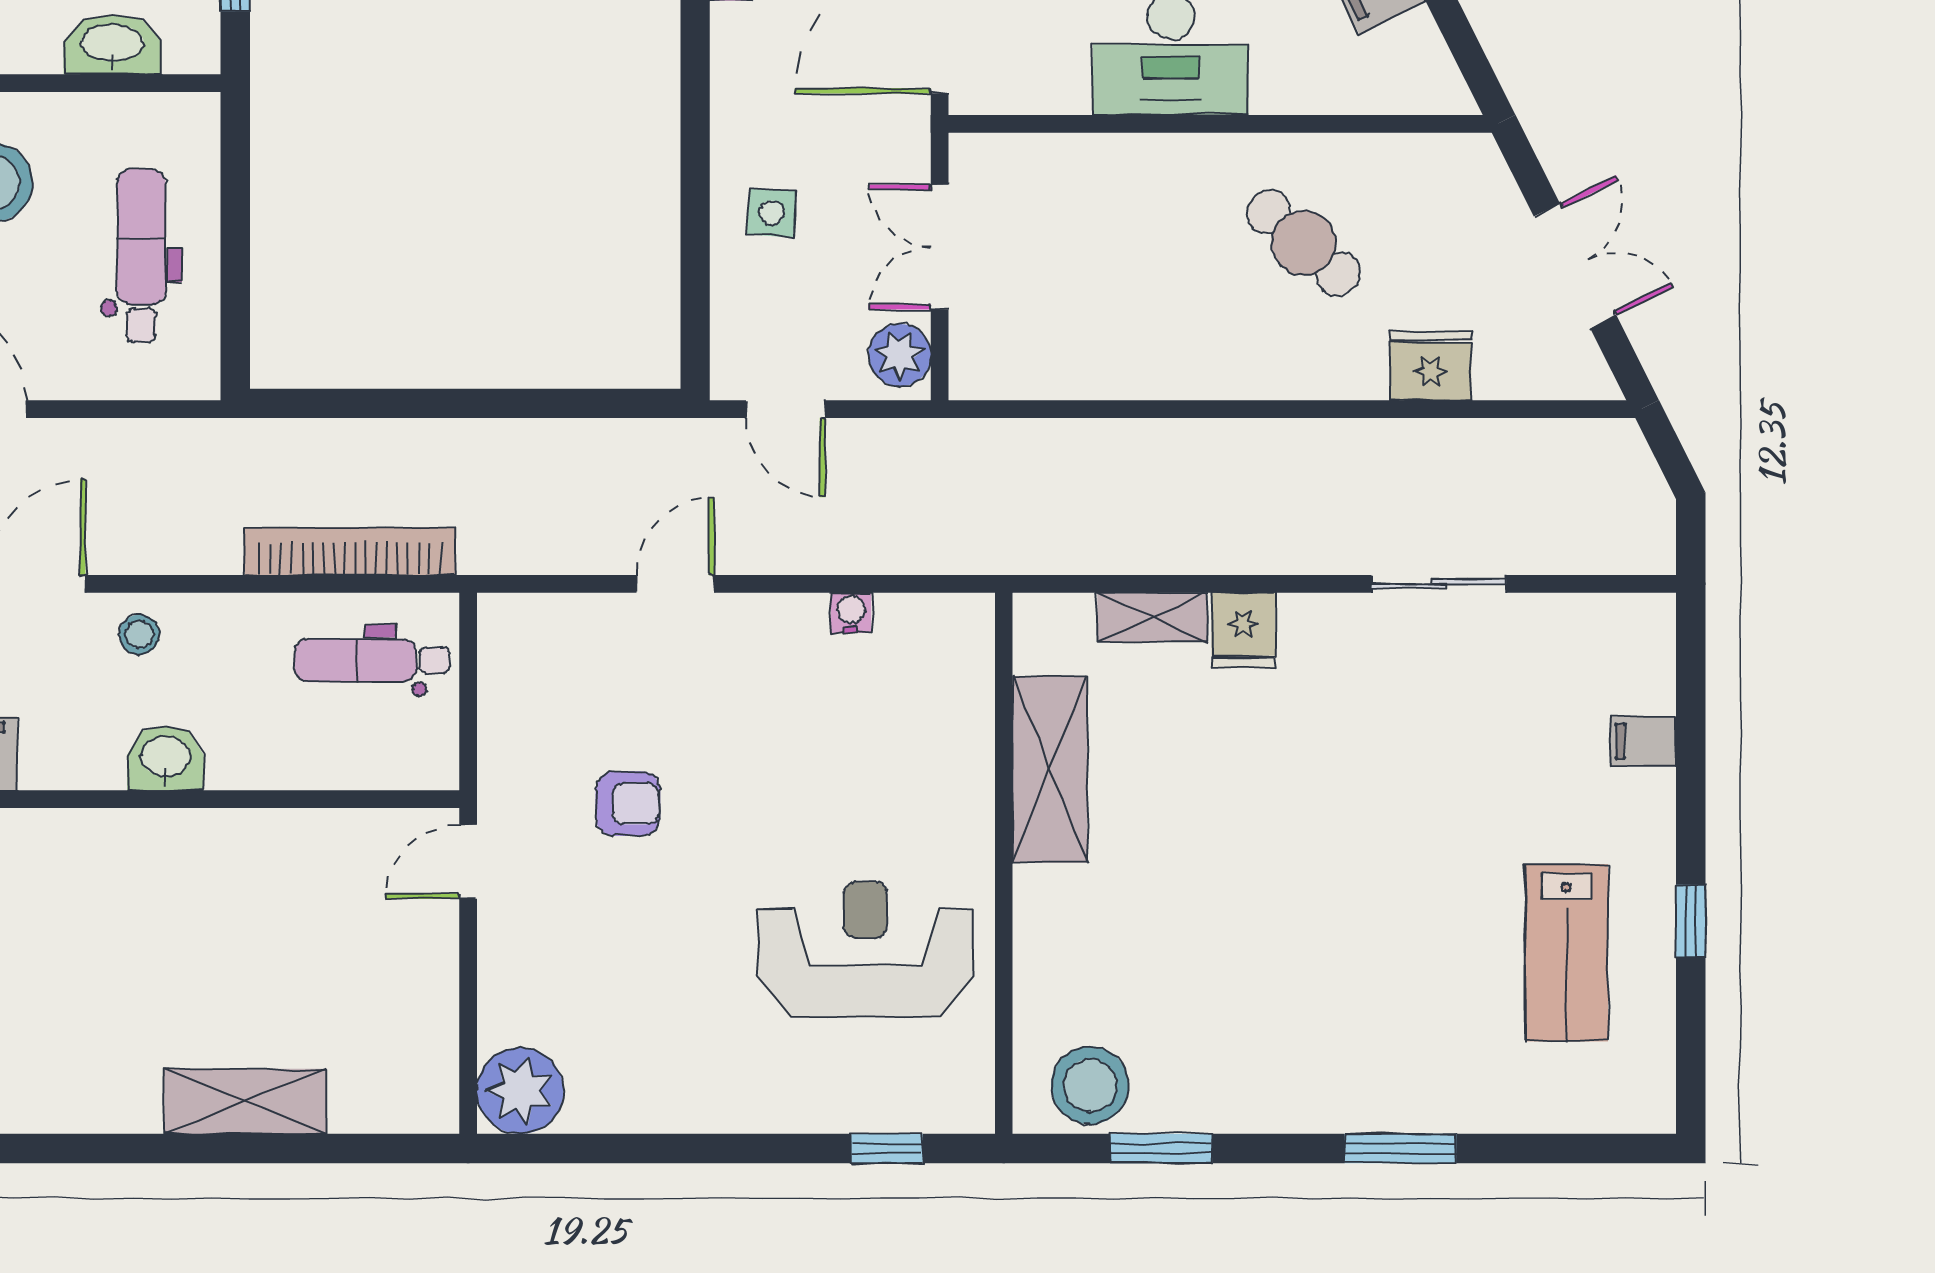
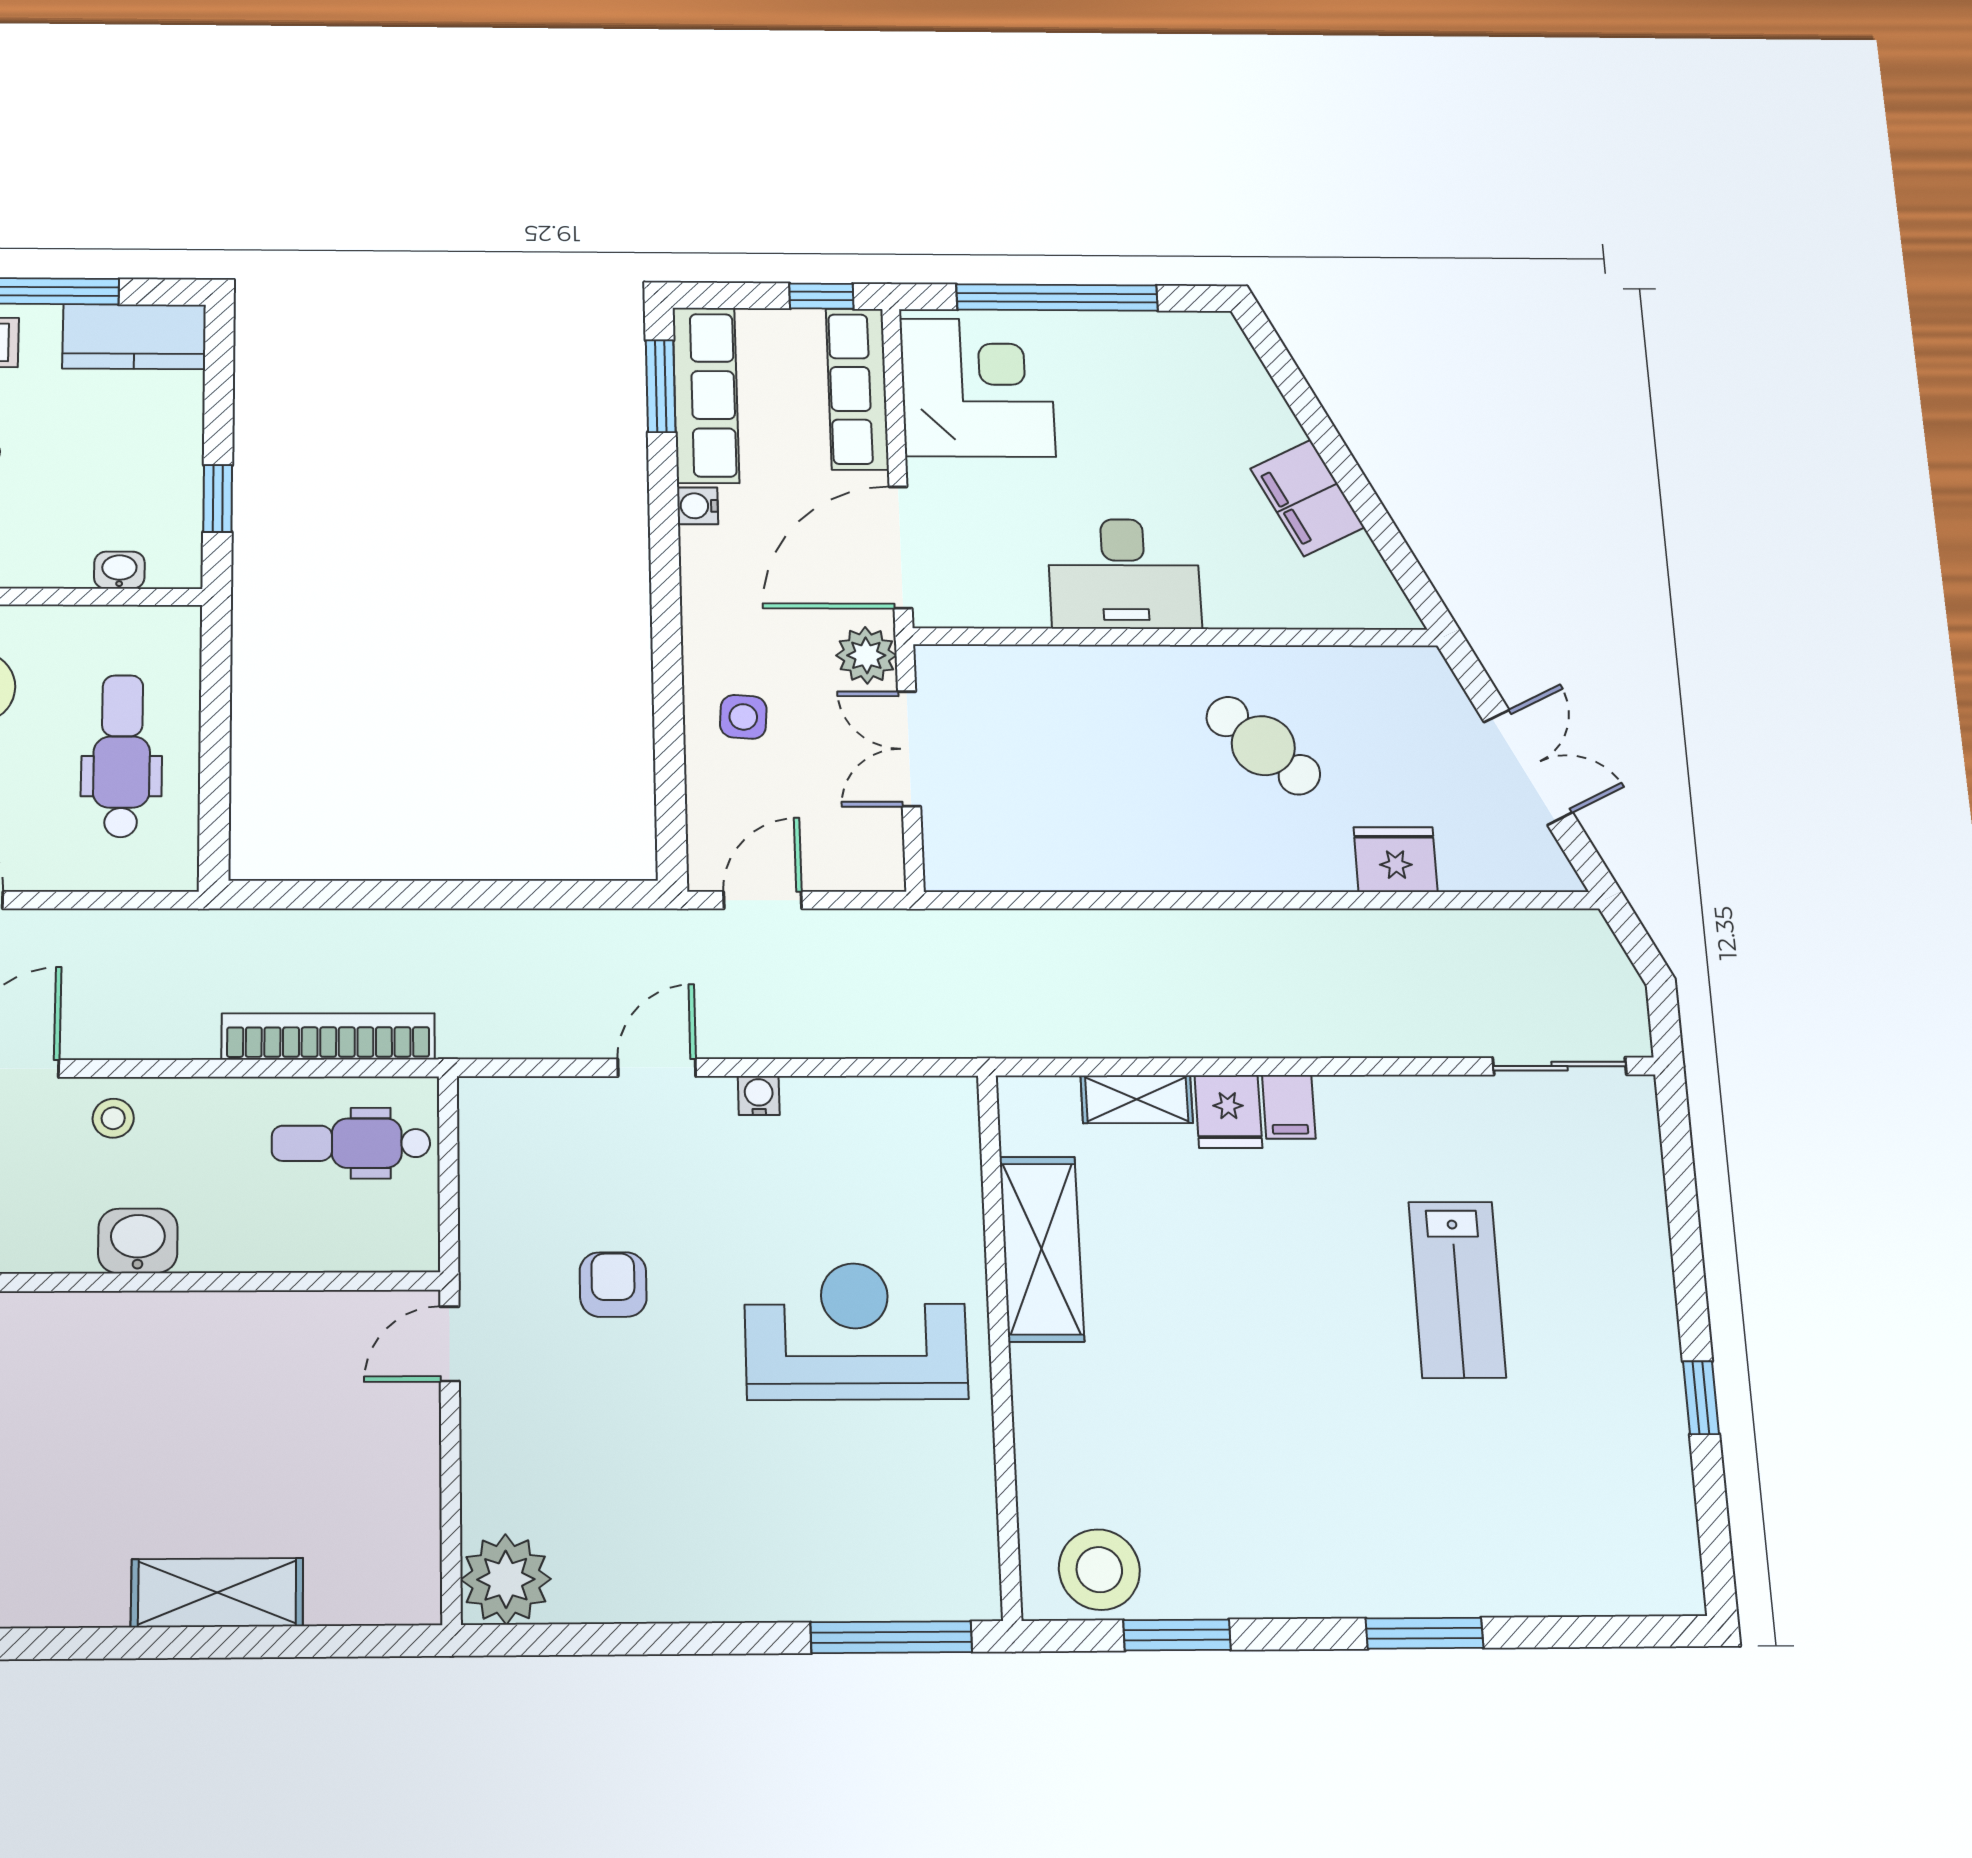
washbasin: (112, 45) -> (119, 570), width x0.52, depth x0.69
plant: (900, 355) -> (866, 655), moved
door: (786, 409) -> (763, 900), swing flipped
sliding door: (1439, 584) -> (1560, 1066), moved
water cooler: (851, 613) -> (759, 1096), moved
filing cabinet: (1643, 741) -> (1289, 1107), moved, turned -90
armchair: (628, 804) -> (613, 1285), turned -90
reception desk: (866, 949) -> (856, 1331), moved
lab bench: (1566, 953) -> (1457, 1289), moved
window: (887, 1149) -> (891, 1637), width x2.17

